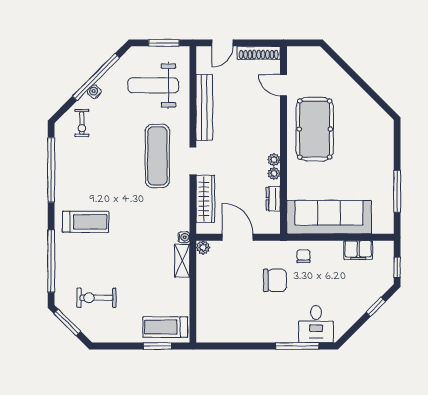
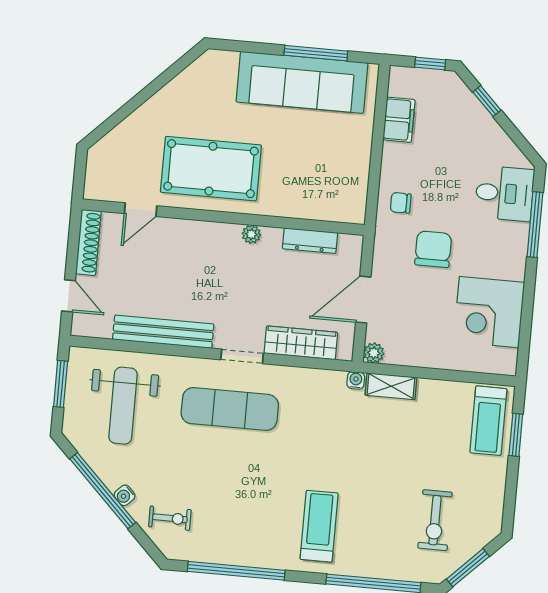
plant: (274, 173) -> (272, 236), removed
dresser: (273, 199) -> (310, 241), width x1.44
sofa: (329, 217) -> (302, 82), moved, turned -90
corner desk: (237, 321) -> (489, 312), added

